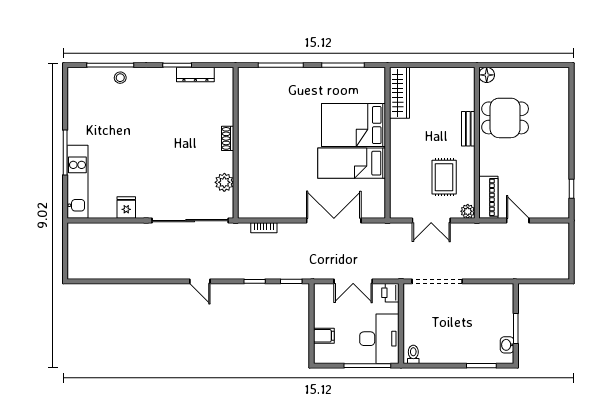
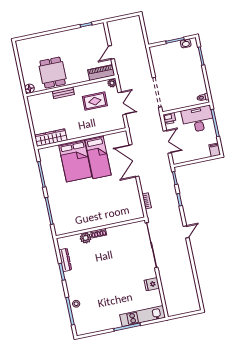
plant: (224, 182) -> (86, 238), moved
filing cabinet: (324, 336) -> (215, 150), moved

